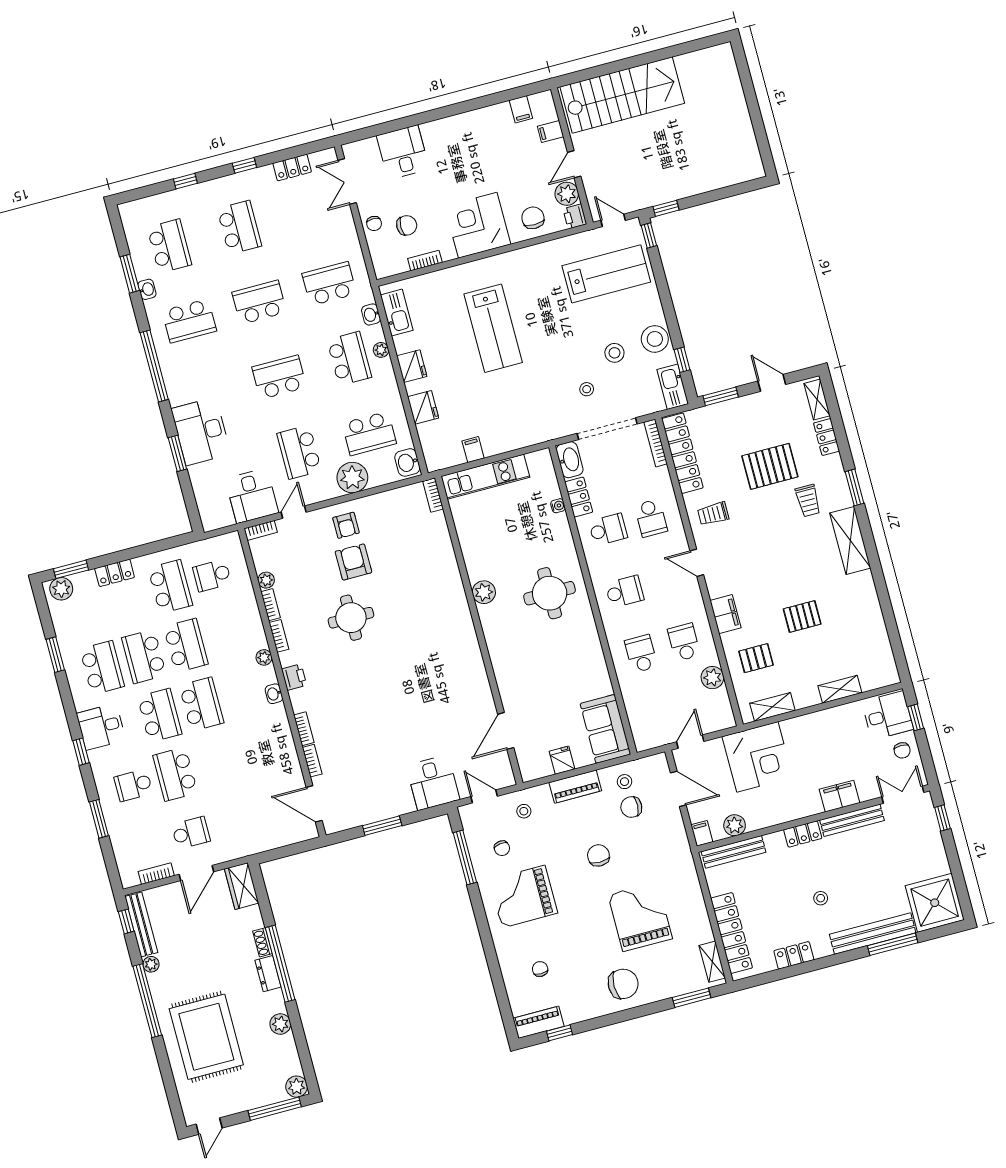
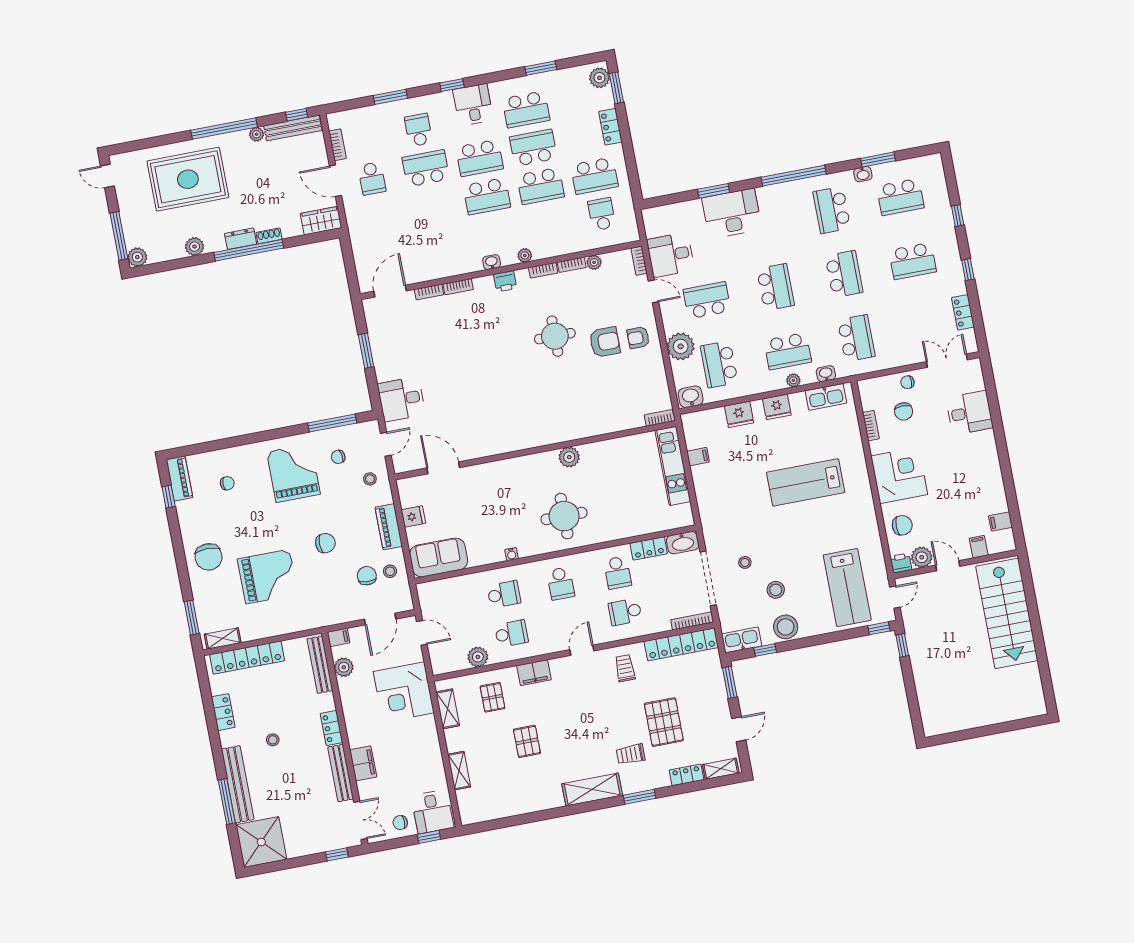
water cooler: (558, 506) -> (512, 554), moved

